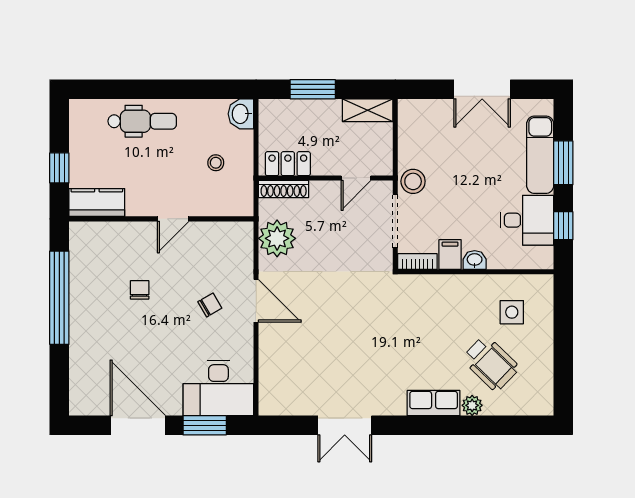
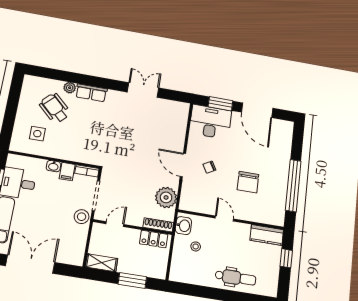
double door: (482, 89) -> (30, 264), width x1.37
washbasin: (241, 114) -> (183, 226), moved
dental chair: (142, 121) -> (236, 278), turned 180
door: (173, 219) -> (224, 218), hinge flipped
chair: (140, 290) -> (248, 182), width x1.87, depth x1.87

